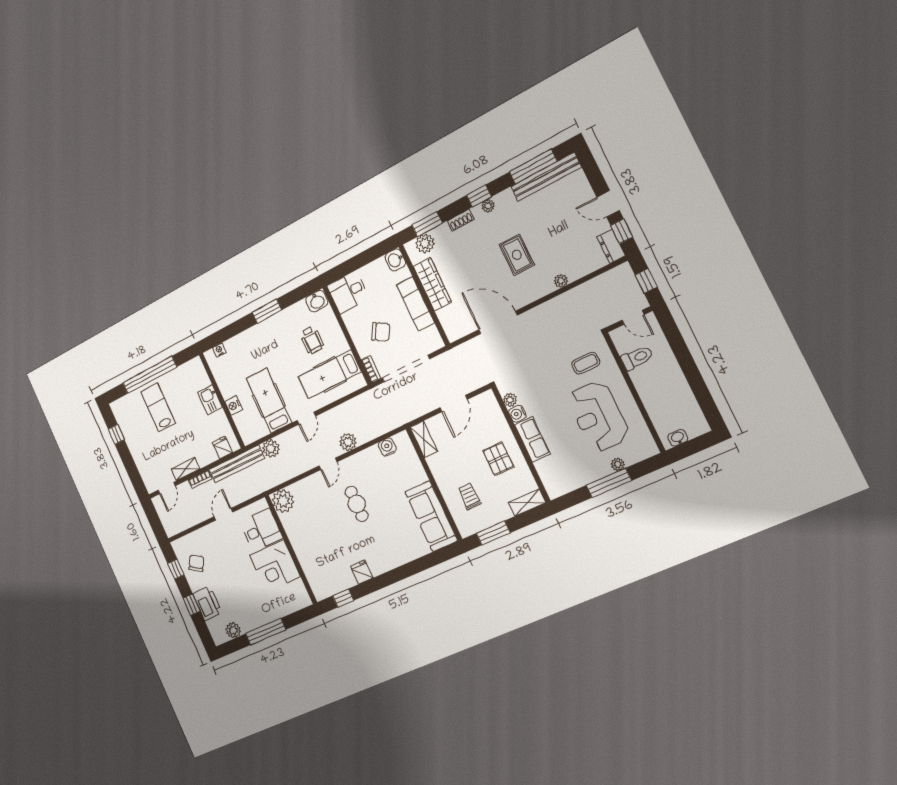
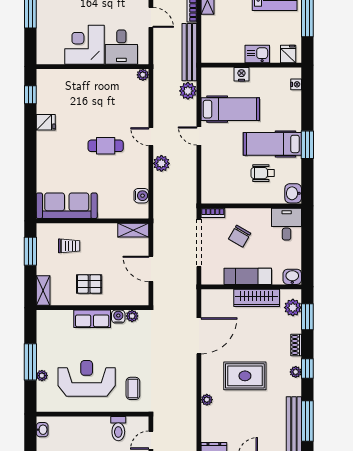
rug: (517, 255) -> (245, 376), width x1.36, depth x1.43
hospital bed: (330, 374) -> (272, 144), moved, turned -90
fridge: (223, 447) -> (288, 54), moved, turned -90
plant: (283, 501) -> (143, 75), width x0.53, depth x0.53

